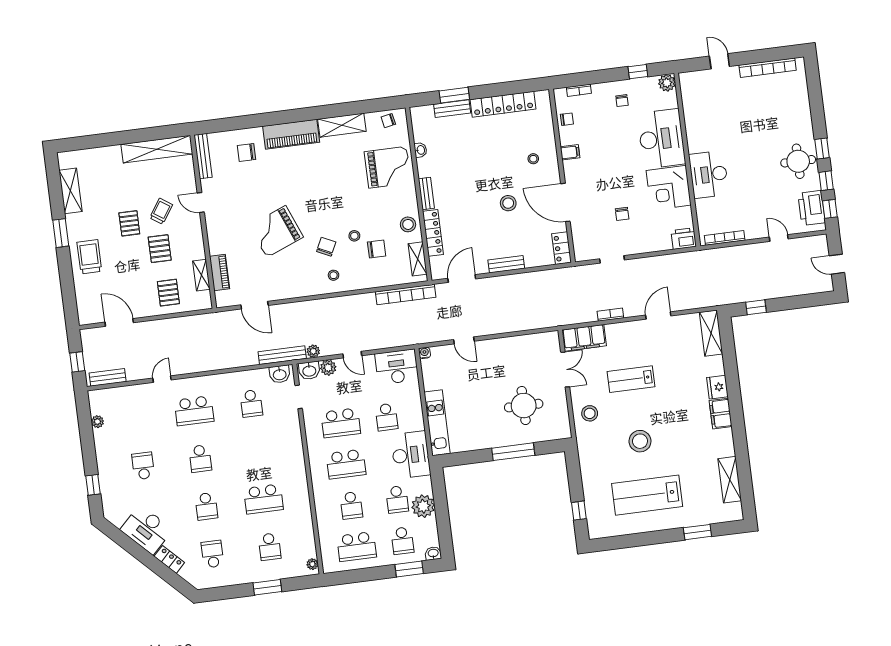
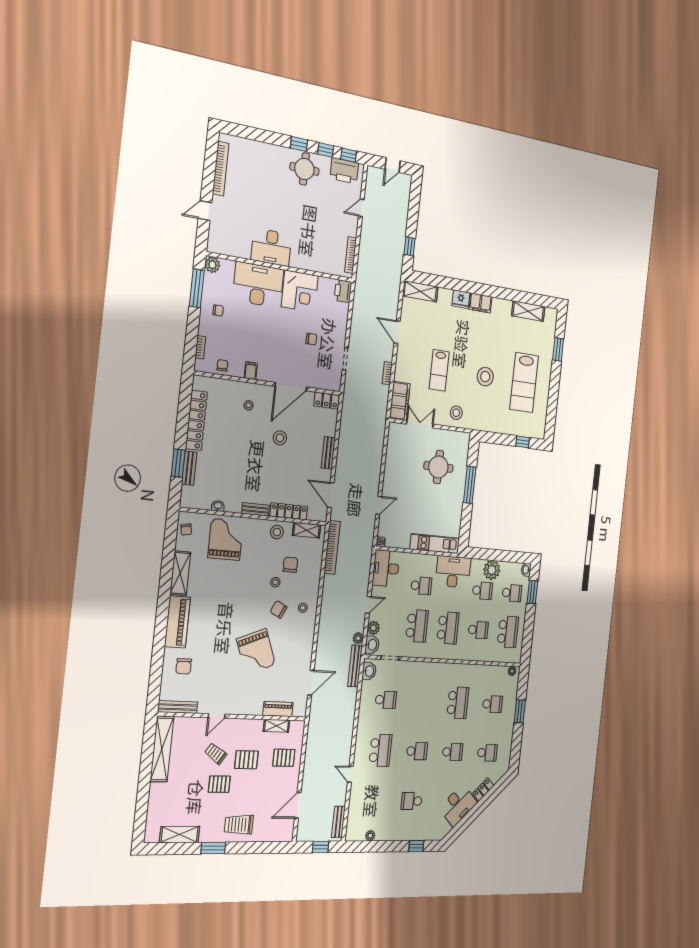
window: (638, 72) -> (197, 288), width x2.17
desk: (709, 174) -> (271, 247), moved
school desk: (212, 554) -> (487, 753), turned 180

